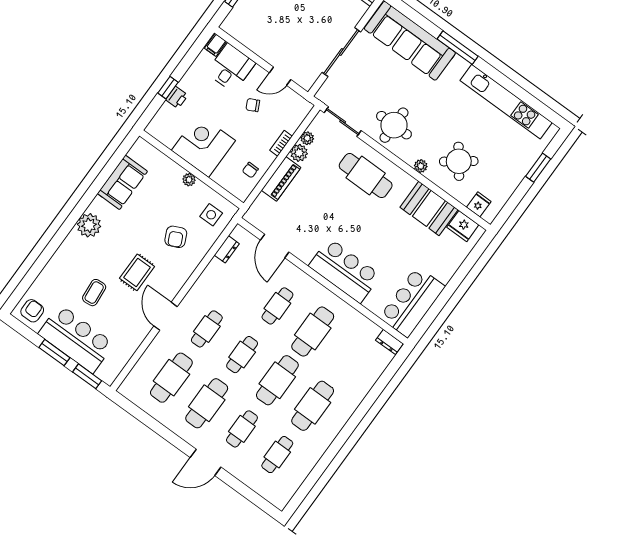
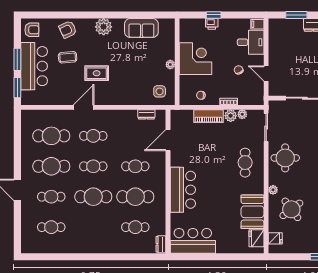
cafe table: (366, 176) -> (245, 163), width x0.73, depth x0.74
armchair: (176, 237) -> (68, 29), moved
cafe table: (313, 406) -> (135, 227), moved, width x0.73, depth x0.74

